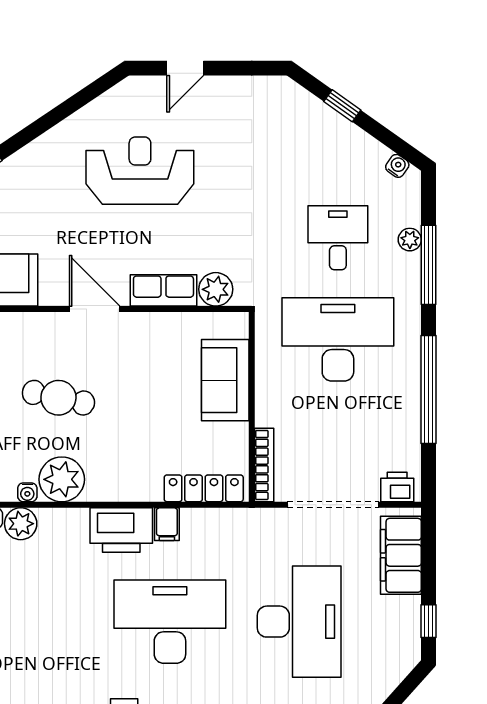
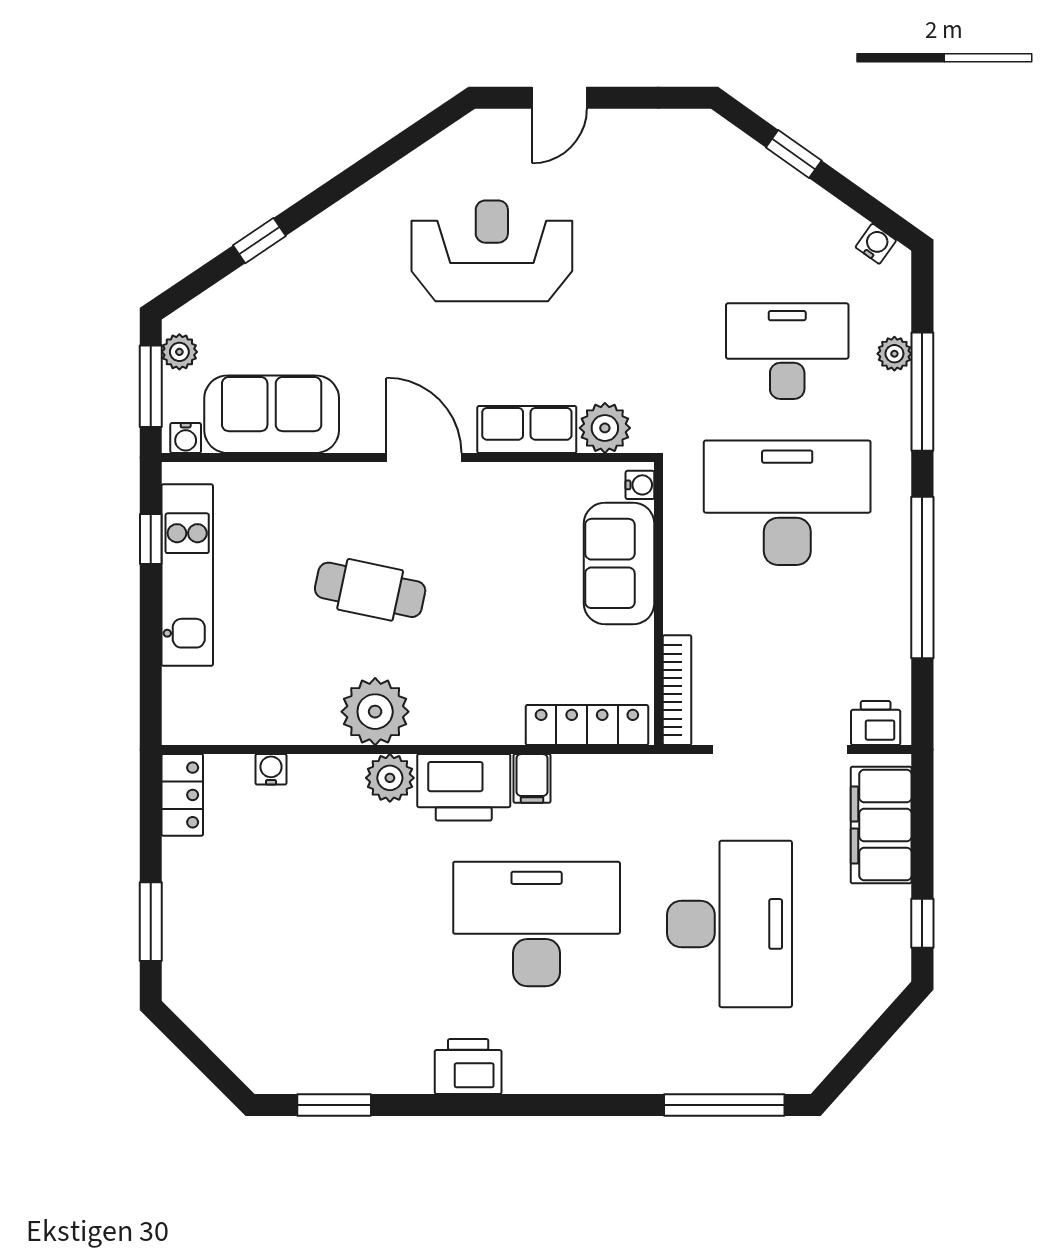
desk: (338, 238) -> (787, 351), width x1.37
water cooler: (27, 492) -> (640, 485), moved, turned -90
plant: (21, 524) -> (390, 778), moved

